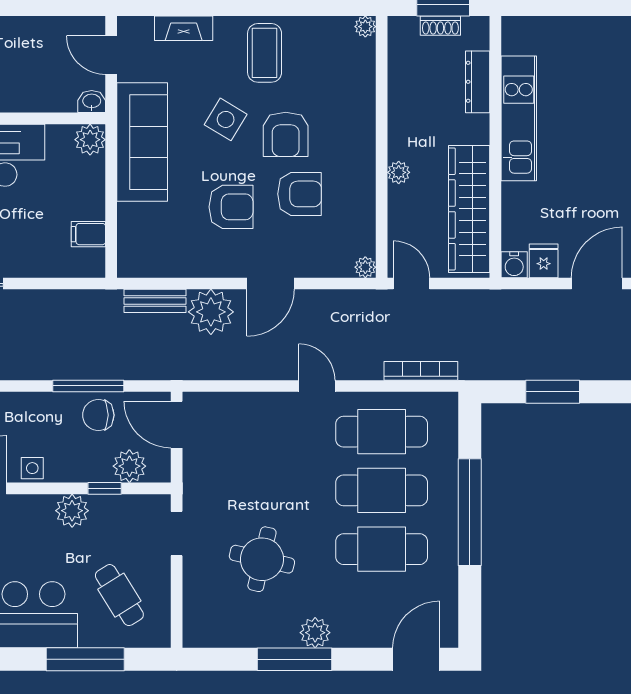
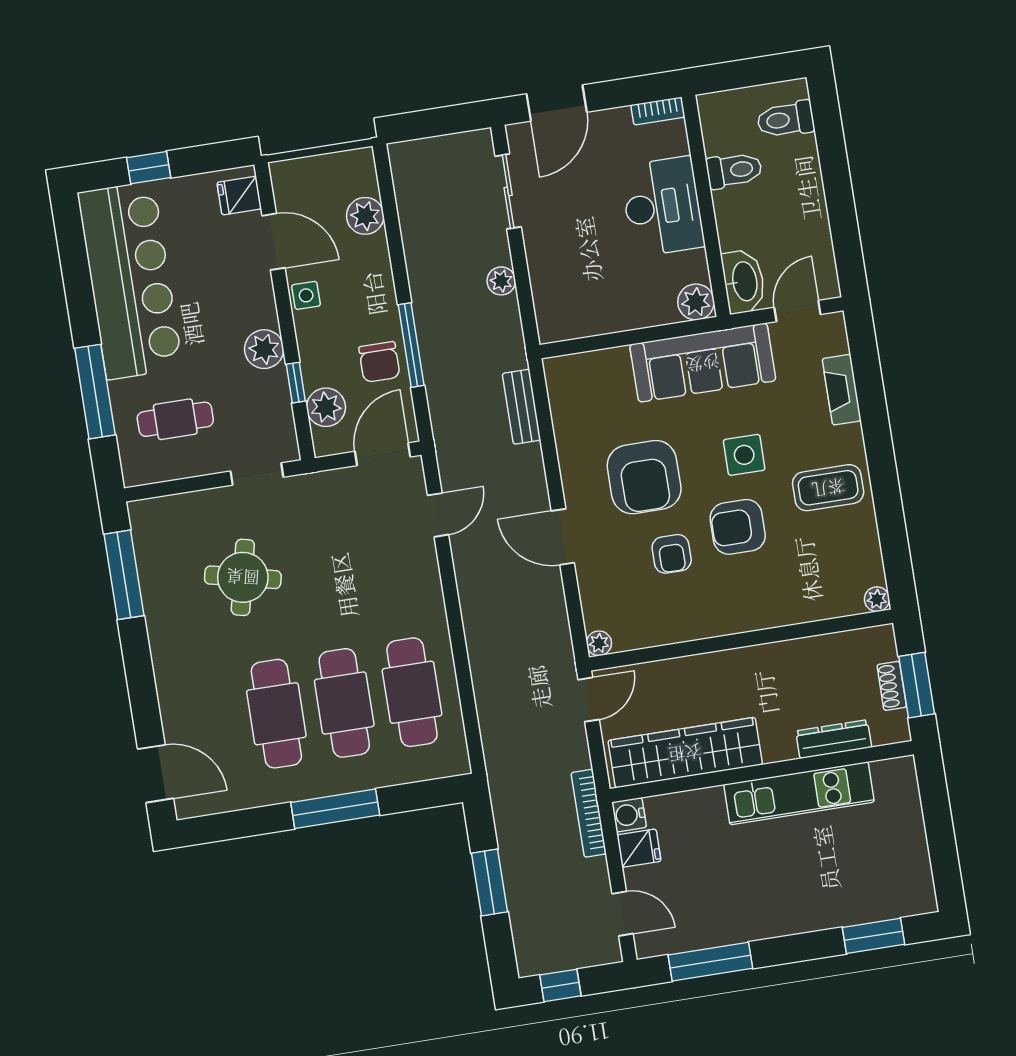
washbasin: (92, 102) -> (744, 281), width x1.91, depth x1.45
side table: (226, 119) -> (744, 455), turned -31
plant: (399, 172) -> (715, 664), removed
armchair: (299, 194) -> (672, 554), width x0.72, depth x0.72
armchair: (231, 207) -> (644, 477), width x1.36, depth x1.36
filing cabinet: (88, 234) -> (587, 317), removed
door: (597, 283) -> (623, 914), width x0.73
plant: (211, 312) -> (501, 281), moved, width x0.53, depth x0.53
bookcase: (421, 371) -> (589, 813), moved, turned 180
door: (317, 386) -> (438, 515), moved
chair: (98, 415) -> (379, 362), turned 180
window: (470, 512) -> (335, 809), width x0.68
cafe table: (119, 595) -> (175, 419), turned 32
plant: (315, 633) -> (168, 652), removed
window: (294, 659) -> (124, 575), moved

